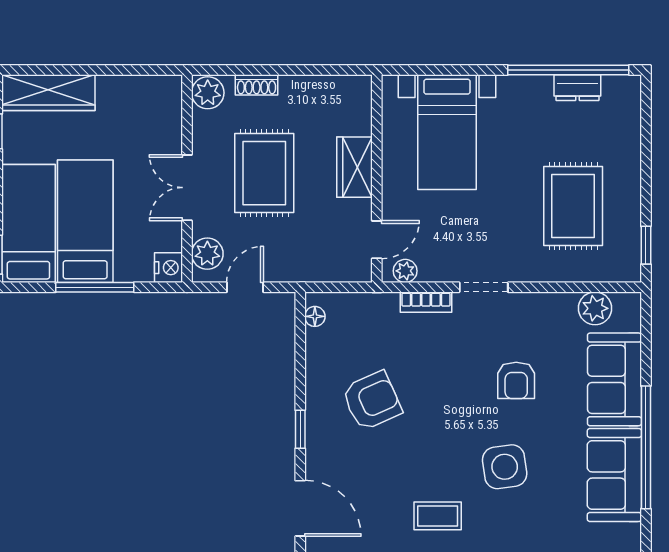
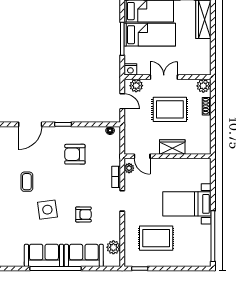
dresser: (577, 88) -> (205, 240), removed
bed with nightstands: (447, 132) -> (187, 204), moved
armchair: (516, 380) -> (83, 214), turned 180
armchair: (372, 401) -> (75, 154), turned 114

